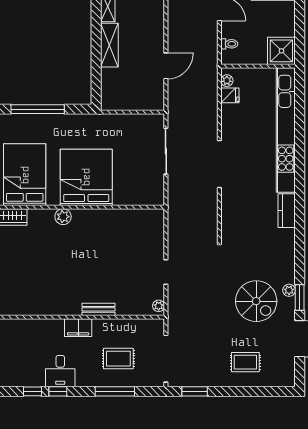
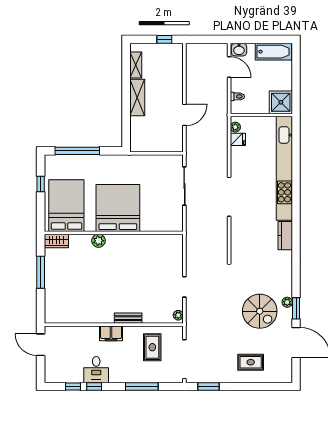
rug: (118, 359) -> (152, 347), moved, turned 90

